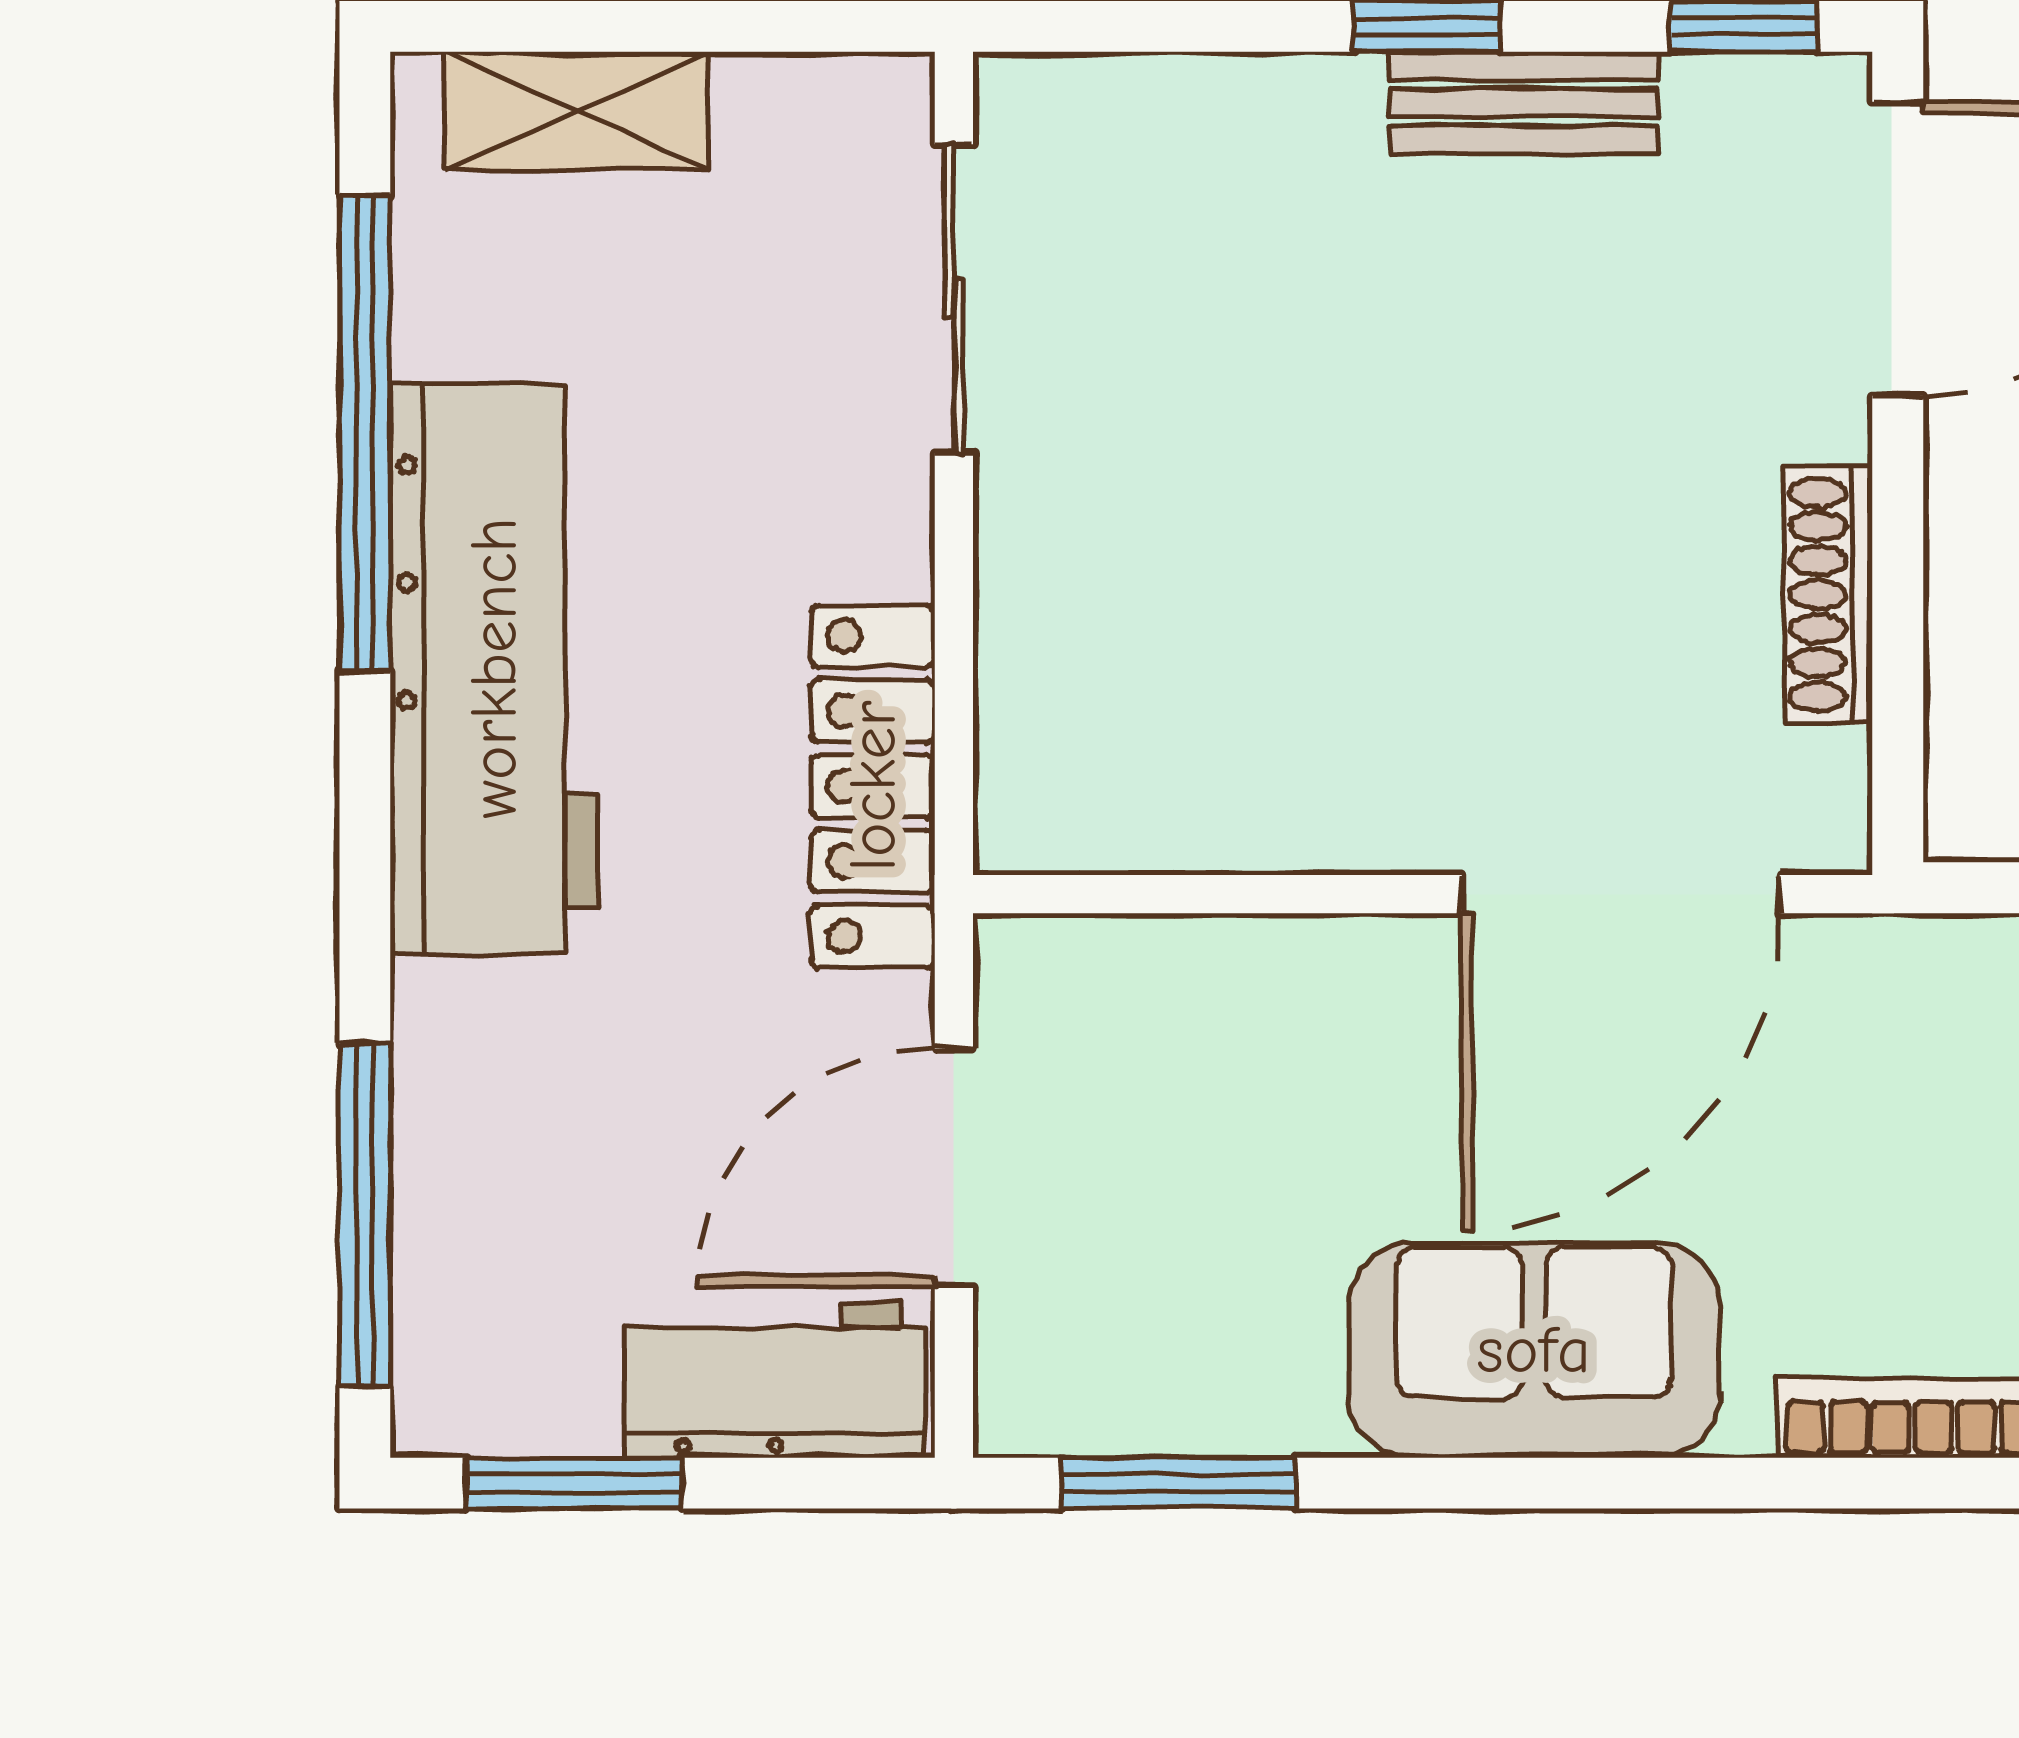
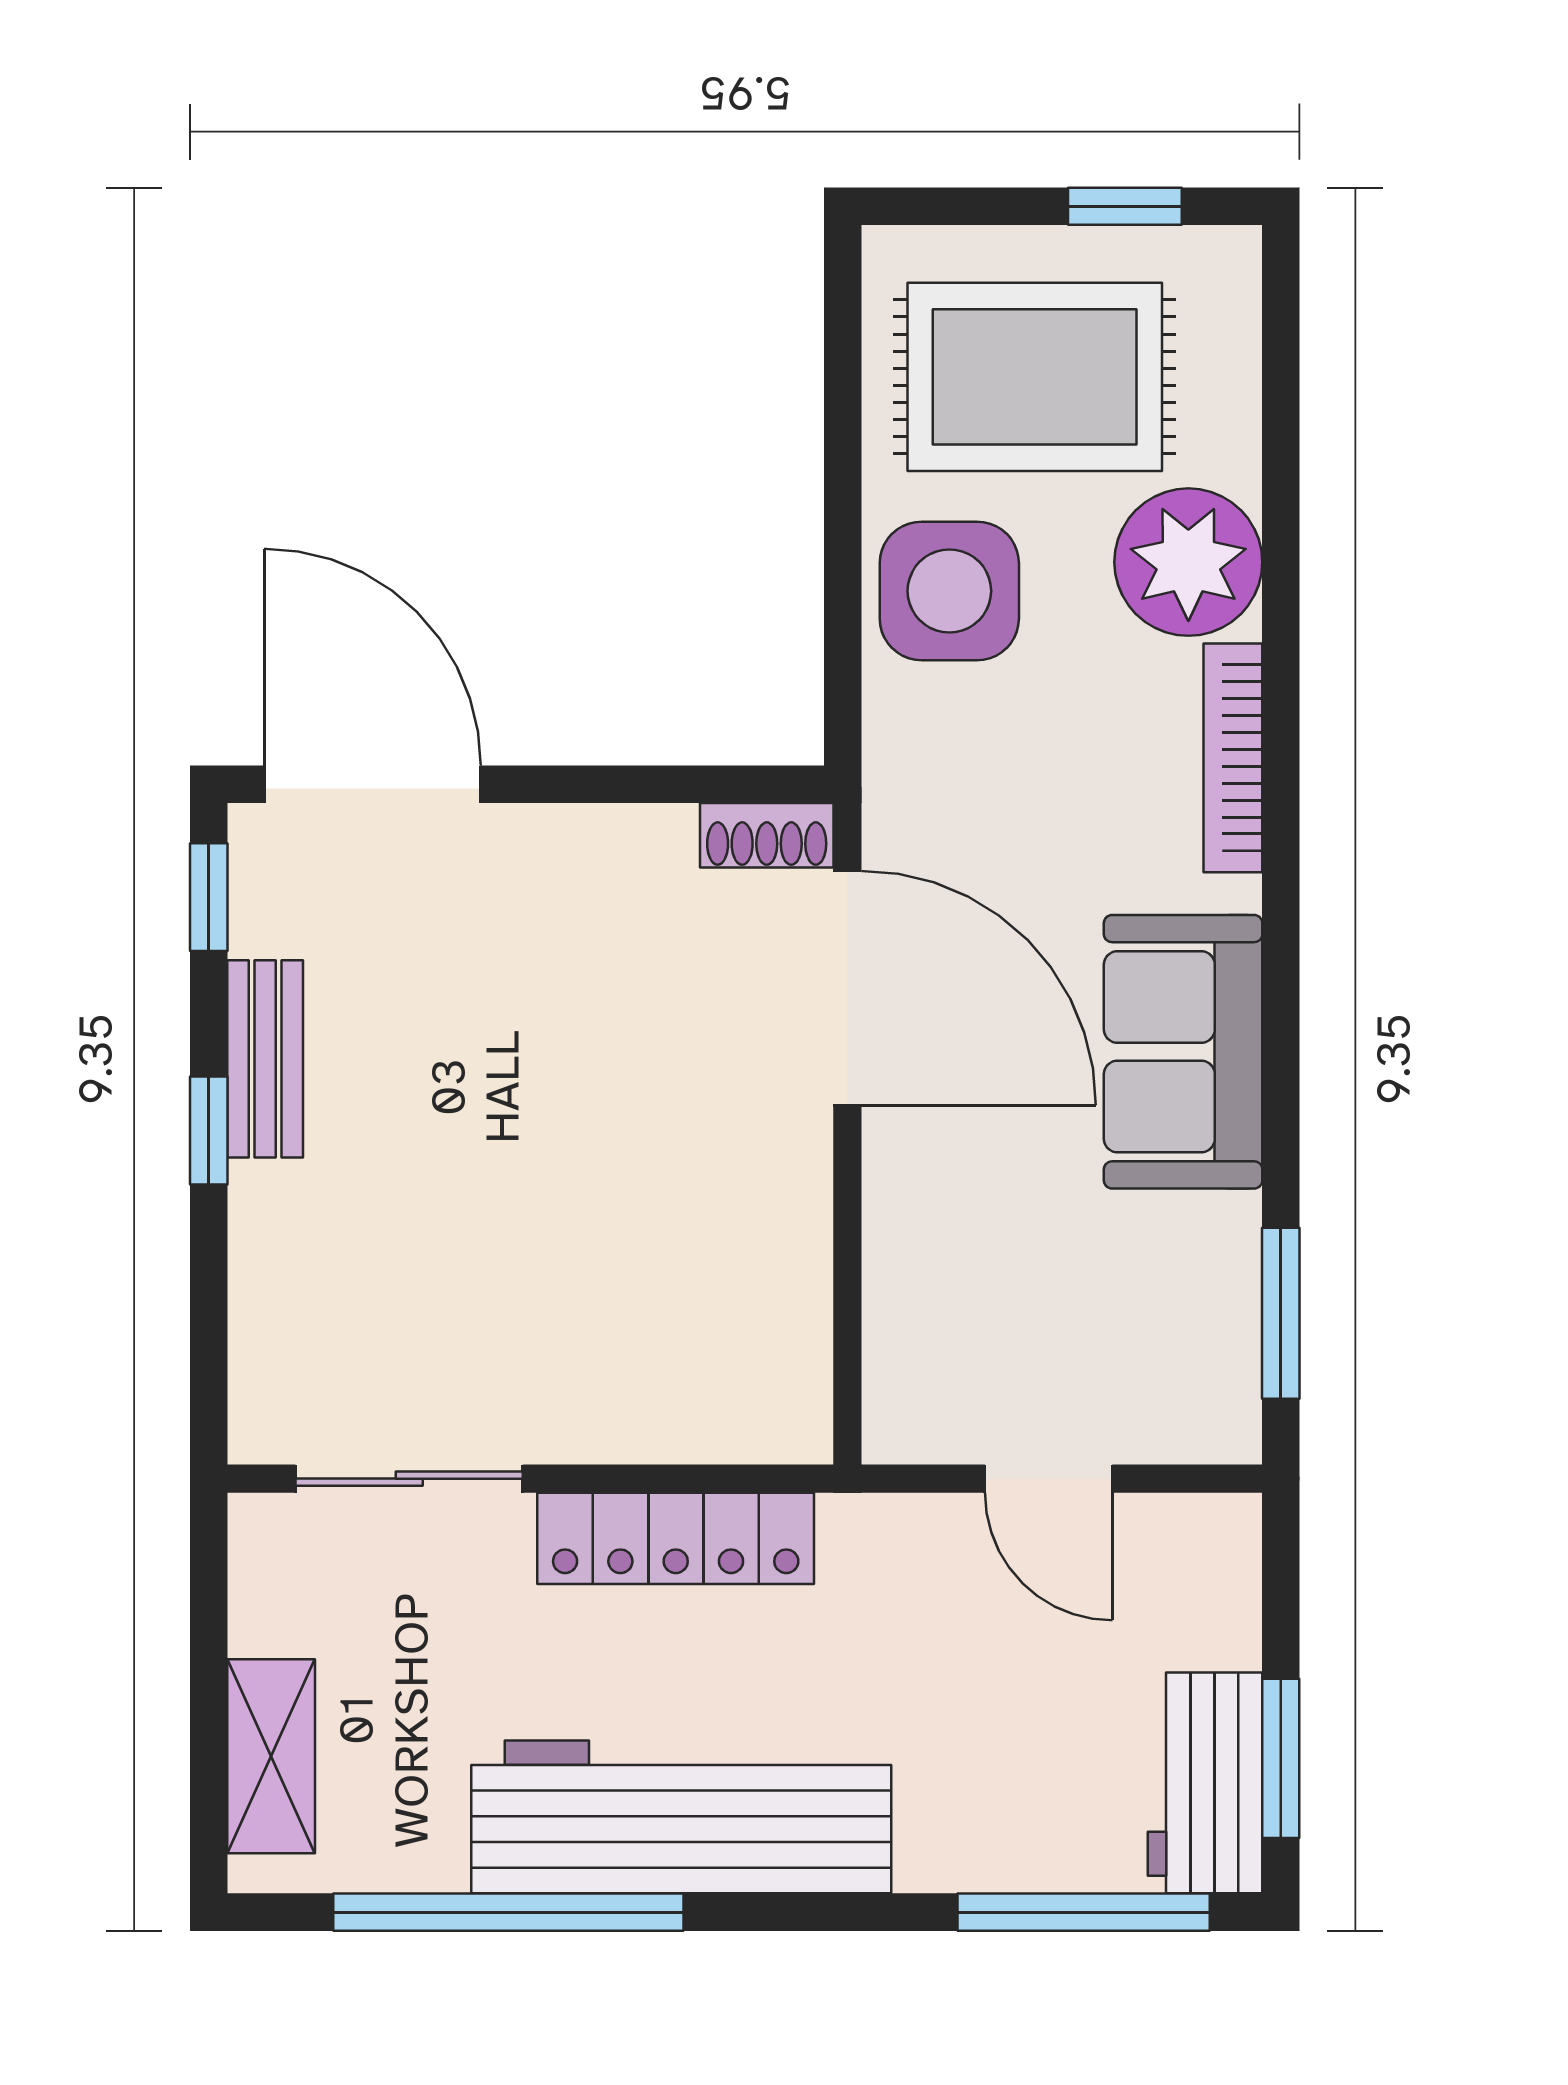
shoe rack: (1828, 595) -> (767, 835), moved, width x0.70
locker: (873, 786) -> (676, 1538), moved
door: (954, 1167) -> (1049, 1479), width x0.73
workbench: (775, 1380) -> (1205, 1783), moved

